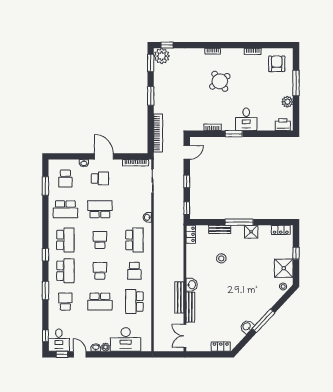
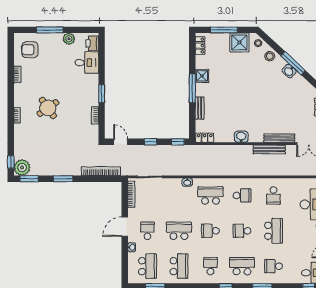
desk: (246, 119) -> (87, 63), moved
school desk: (65, 178) -> (147, 266), width x1.85
school desk: (100, 209) -> (179, 231), turned 90
school desk: (65, 240) -> (210, 266), width x0.54
window: (296, 253) -> (224, 30), width x2.17
stool: (221, 258) -> (270, 56), moved
washbasin: (192, 285) -> (241, 137), moved
school desk: (134, 302) -> (274, 195), width x0.54
washbasin: (247, 327) -> (289, 71), moved

